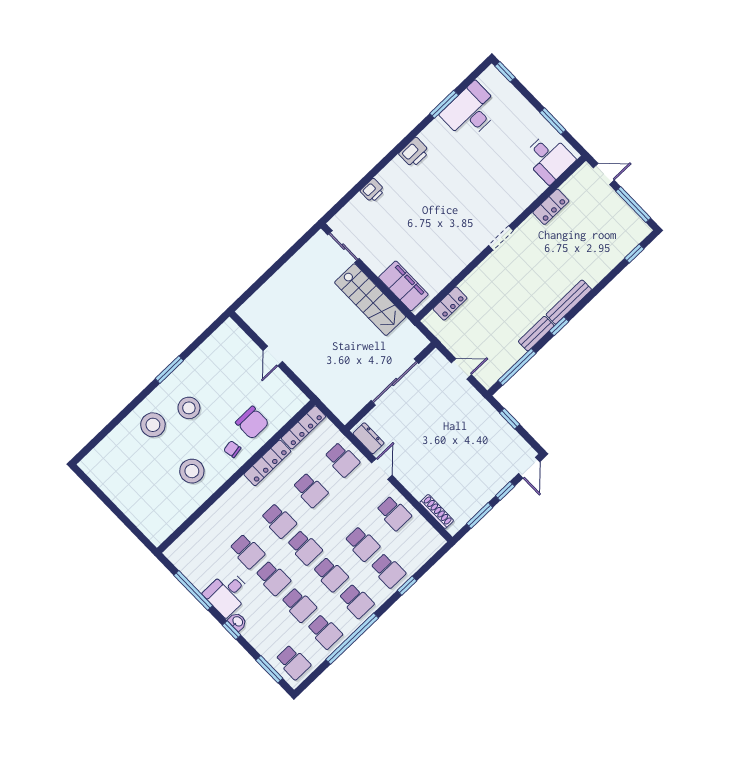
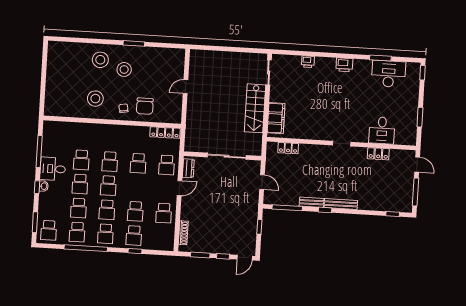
desk: (549, 158) -> (382, 130), moved
locker: (267, 463) -> (132, 131), removed

